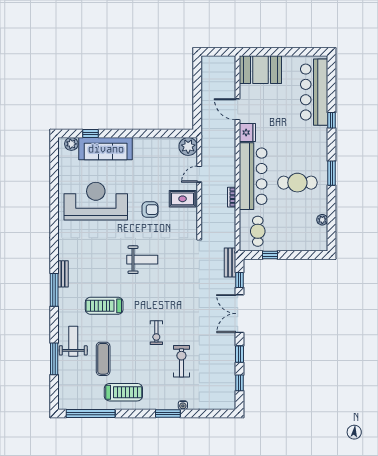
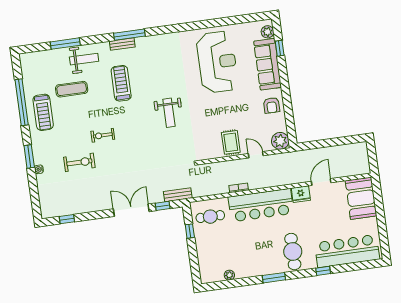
cafe table: (297, 183) -> (293, 252), moved
armchair: (150, 210) -> (272, 105), moved
bench: (63, 274) -> (122, 44), moved
window: (239, 354) -> (94, 215), removed
window: (91, 413) -> (22, 102), moved

